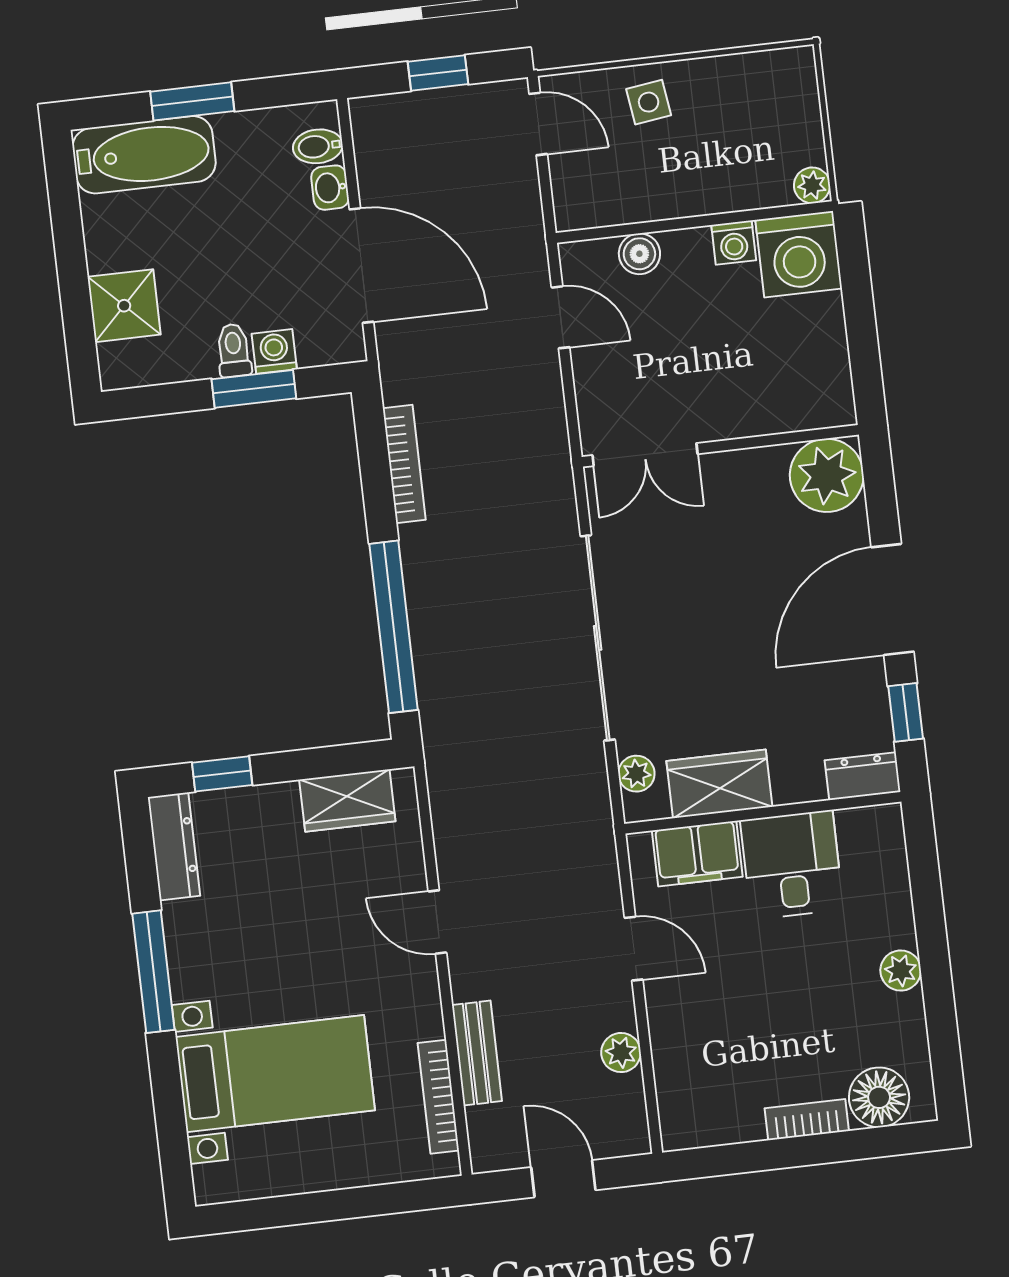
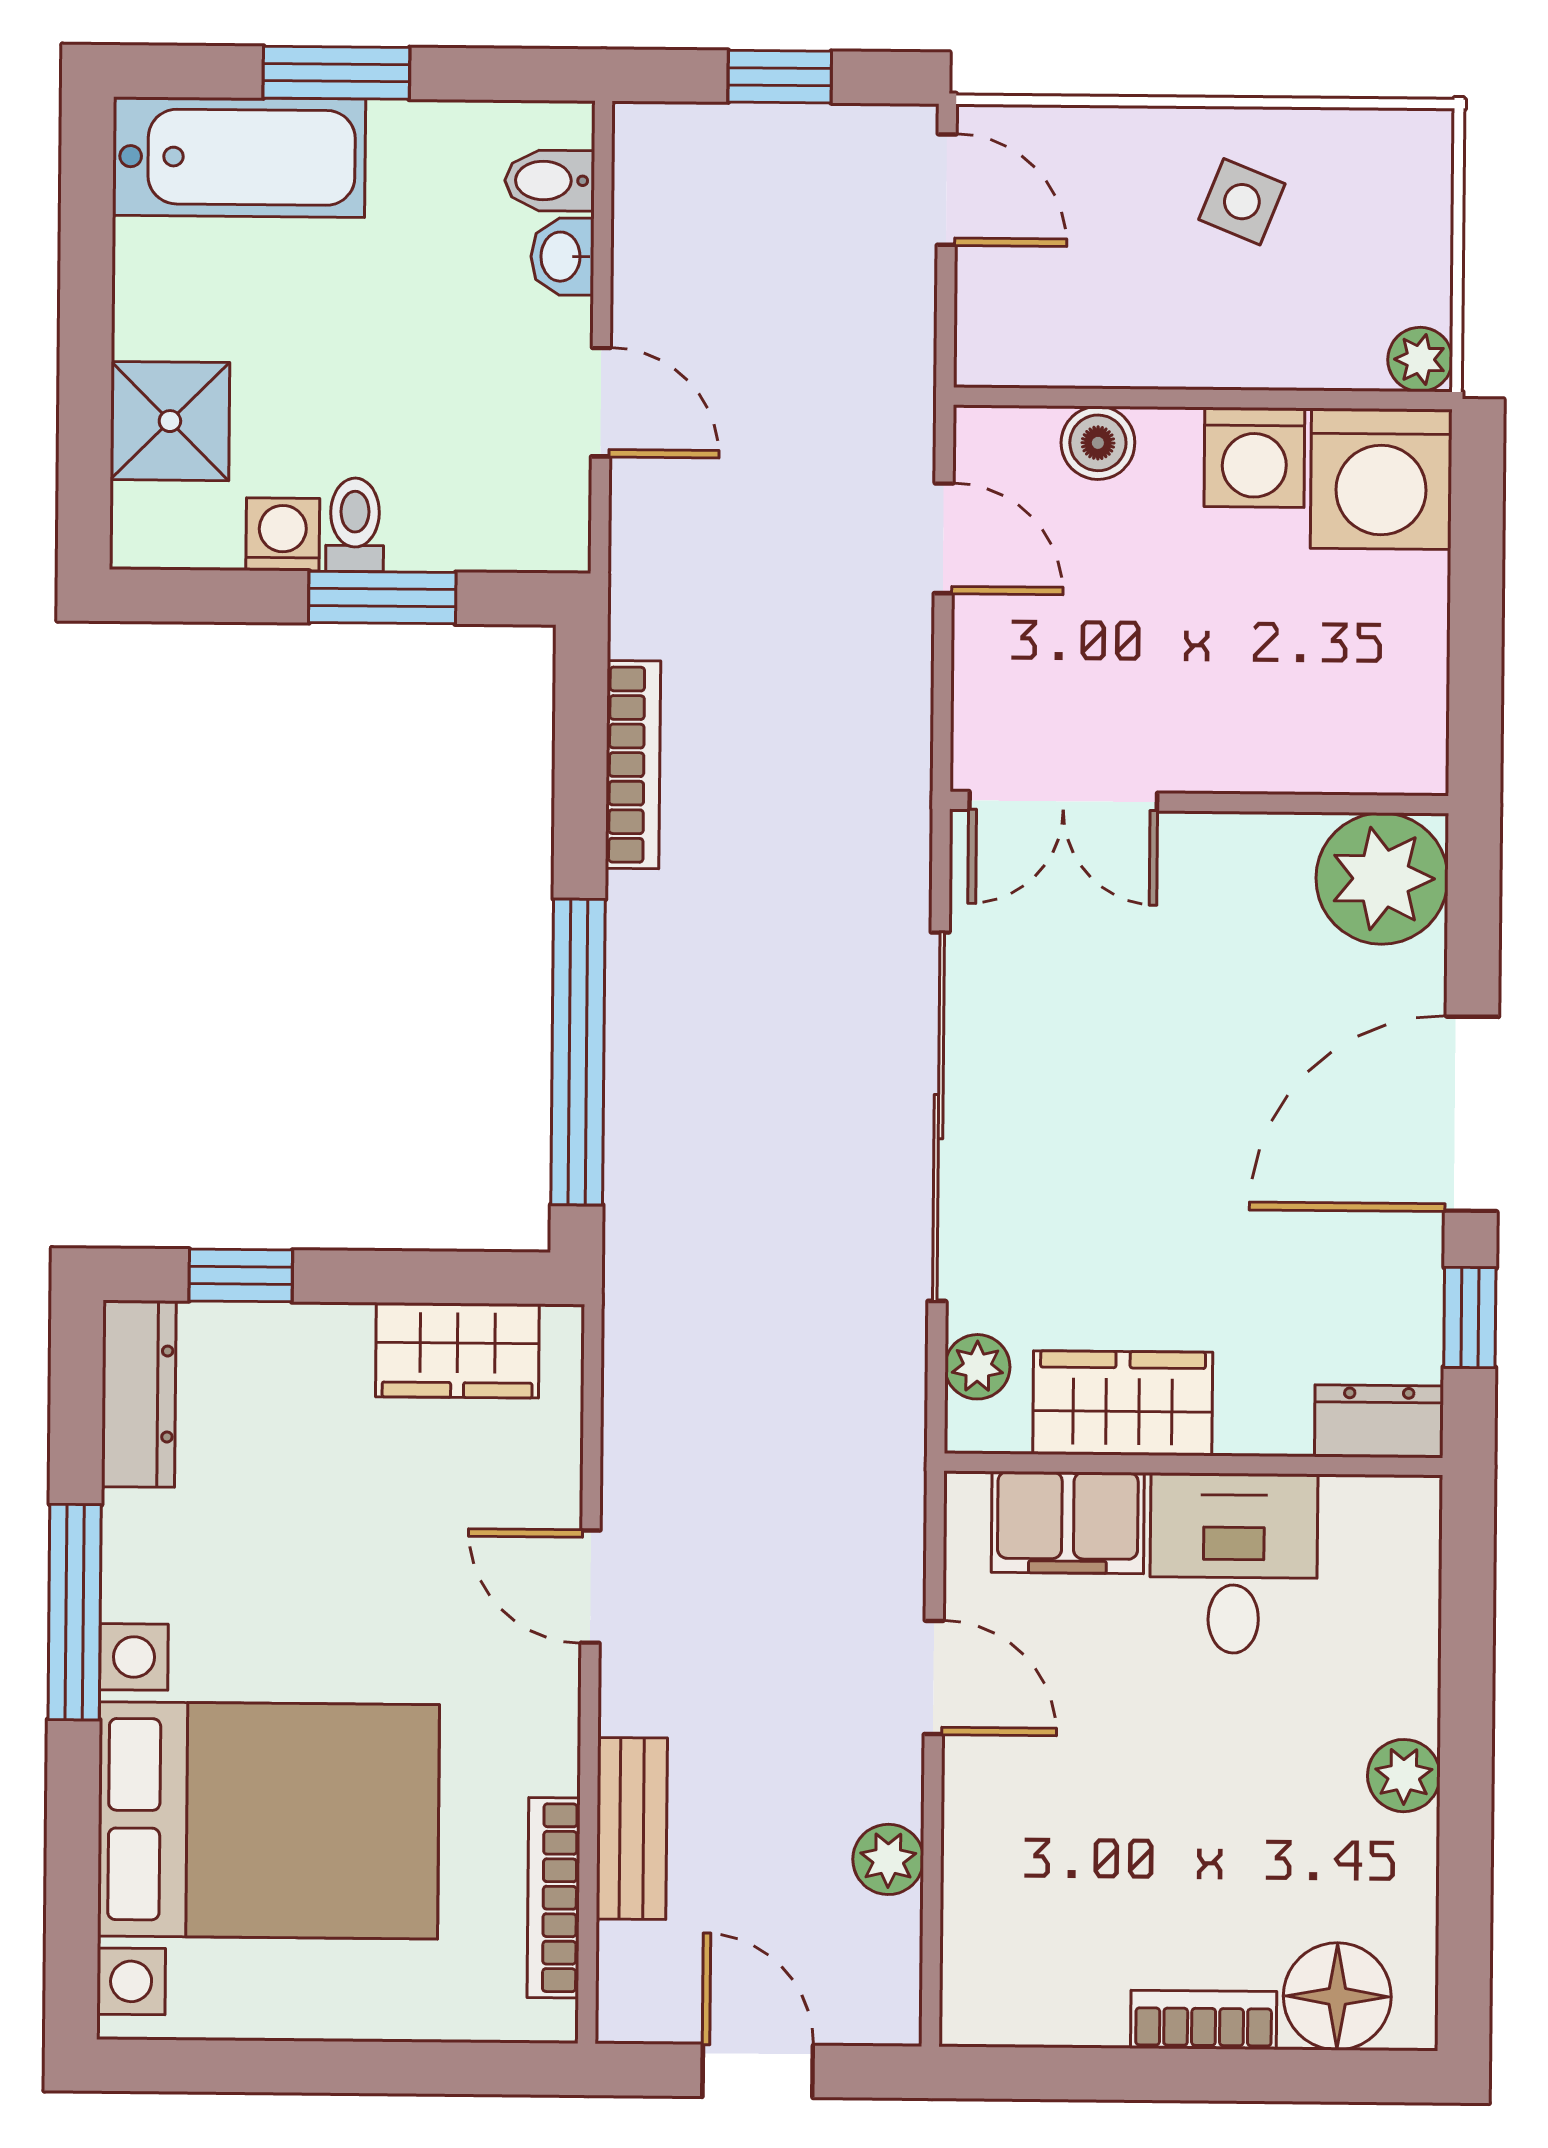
side table: (649, 102) -> (1242, 202), moved, turned 30
washing machine: (734, 243) -> (1254, 457), width x1.38, depth x1.38
door: (361, 266) -> (601, 402), width x0.53
washing machine: (274, 351) -> (283, 534), moved
bed with nightstands: (275, 1074) -> (268, 1820), width x1.36

